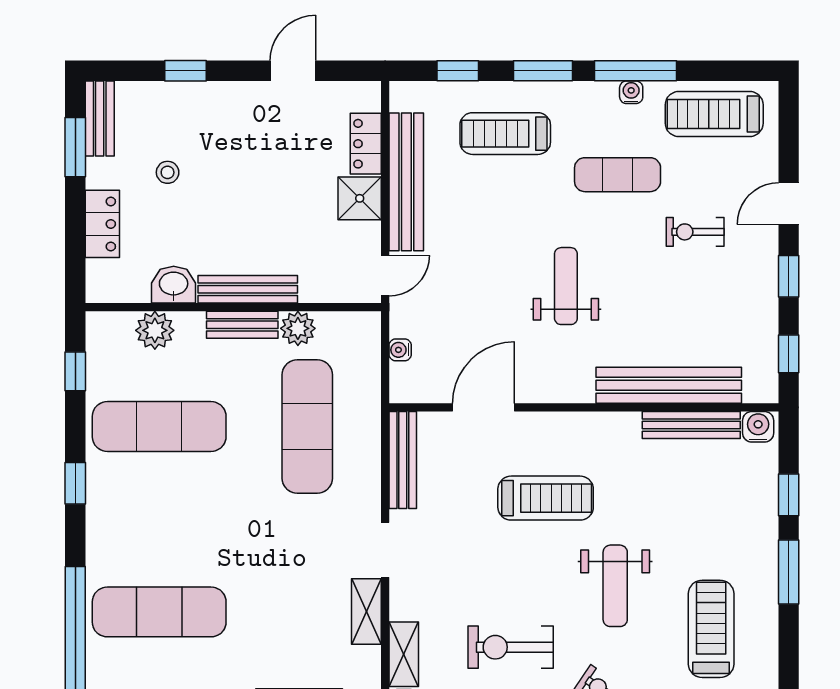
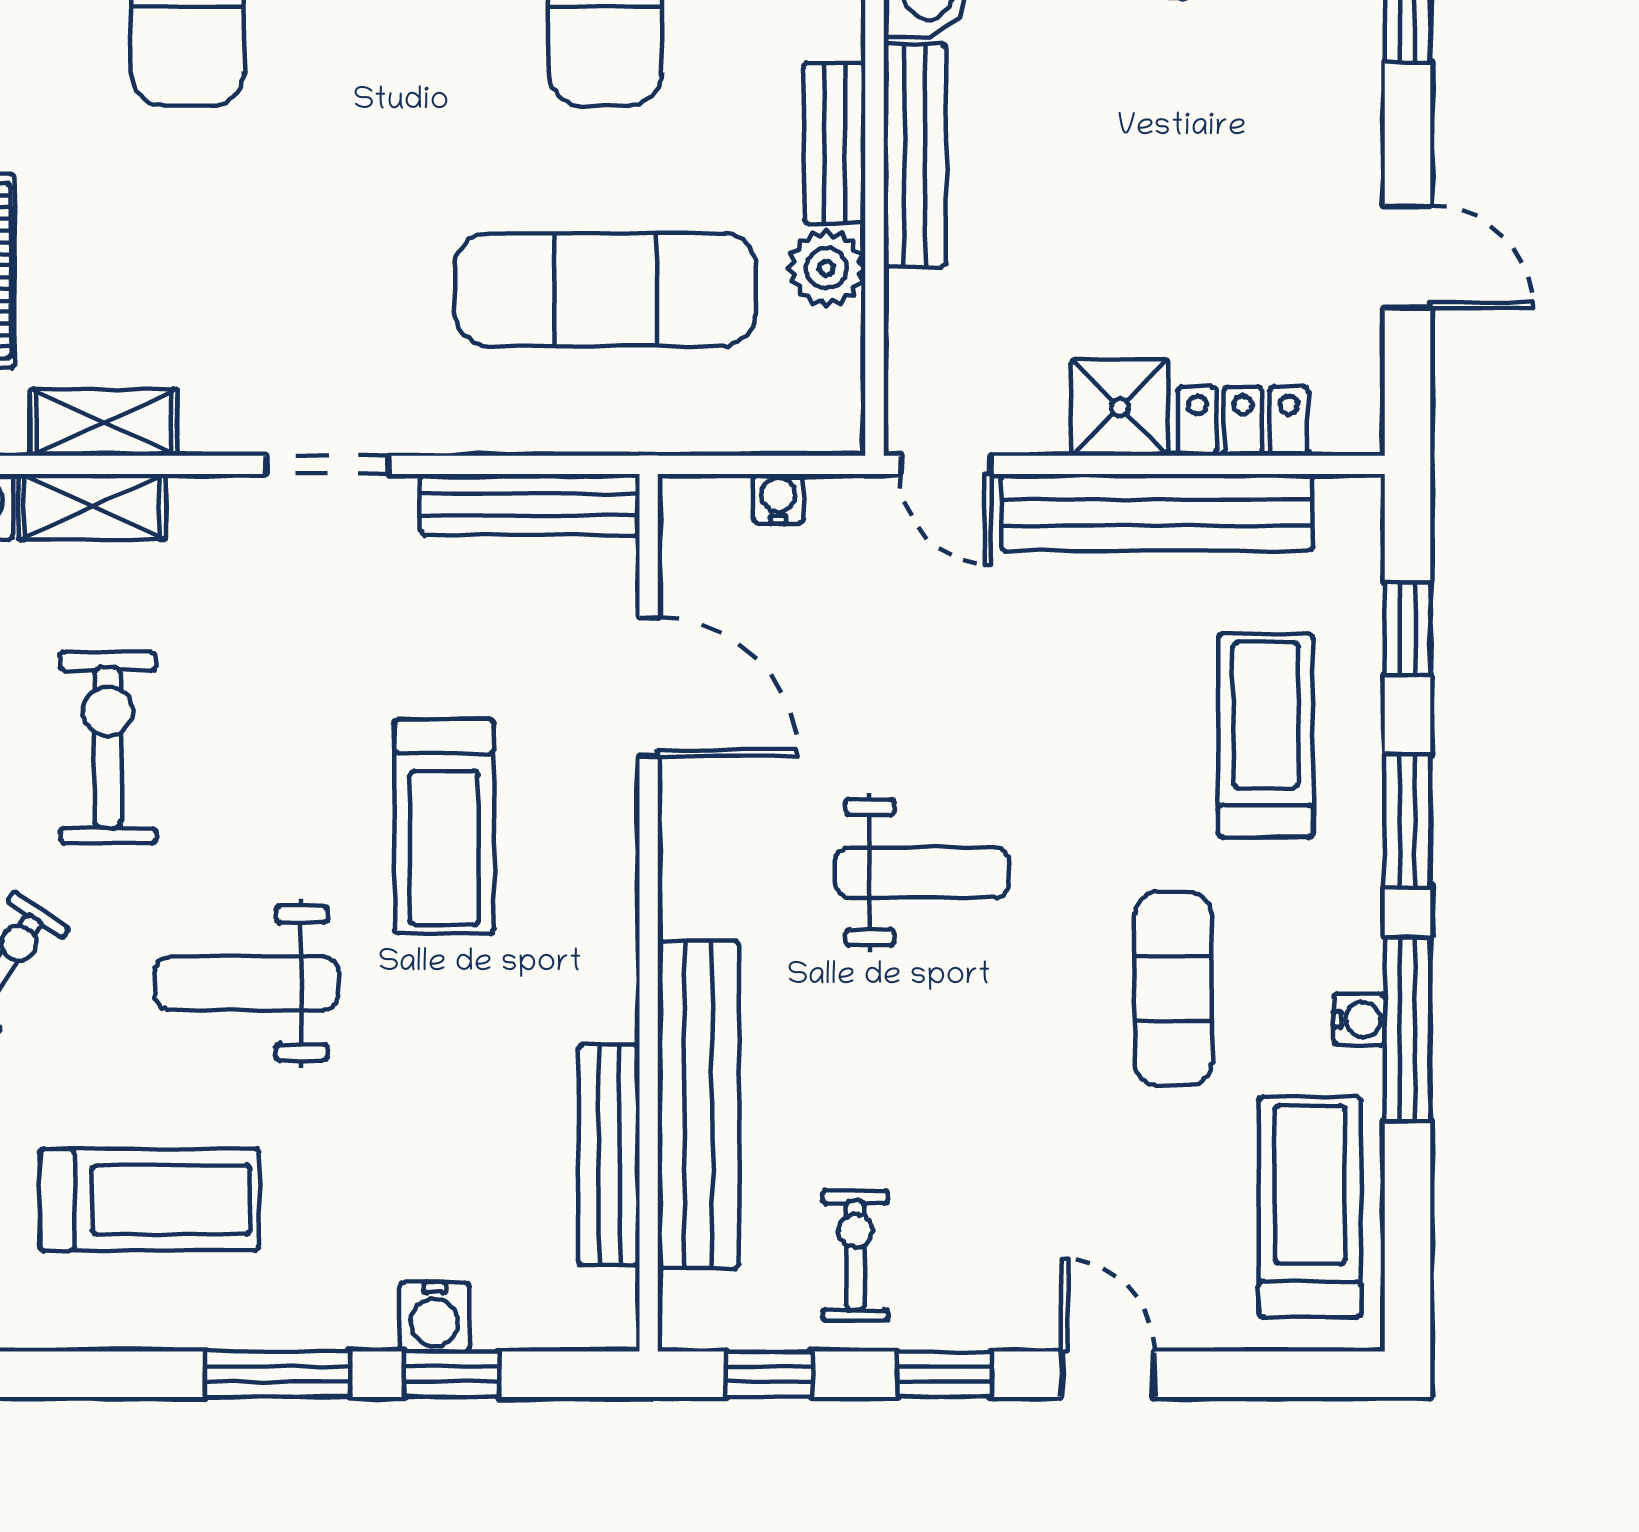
exercise bike: (695, 232) -> (855, 1255), moved
water cooler: (758, 427) -> (435, 1317), moved, turned 90
shelving: (366, 612) -> (104, 423), moved

